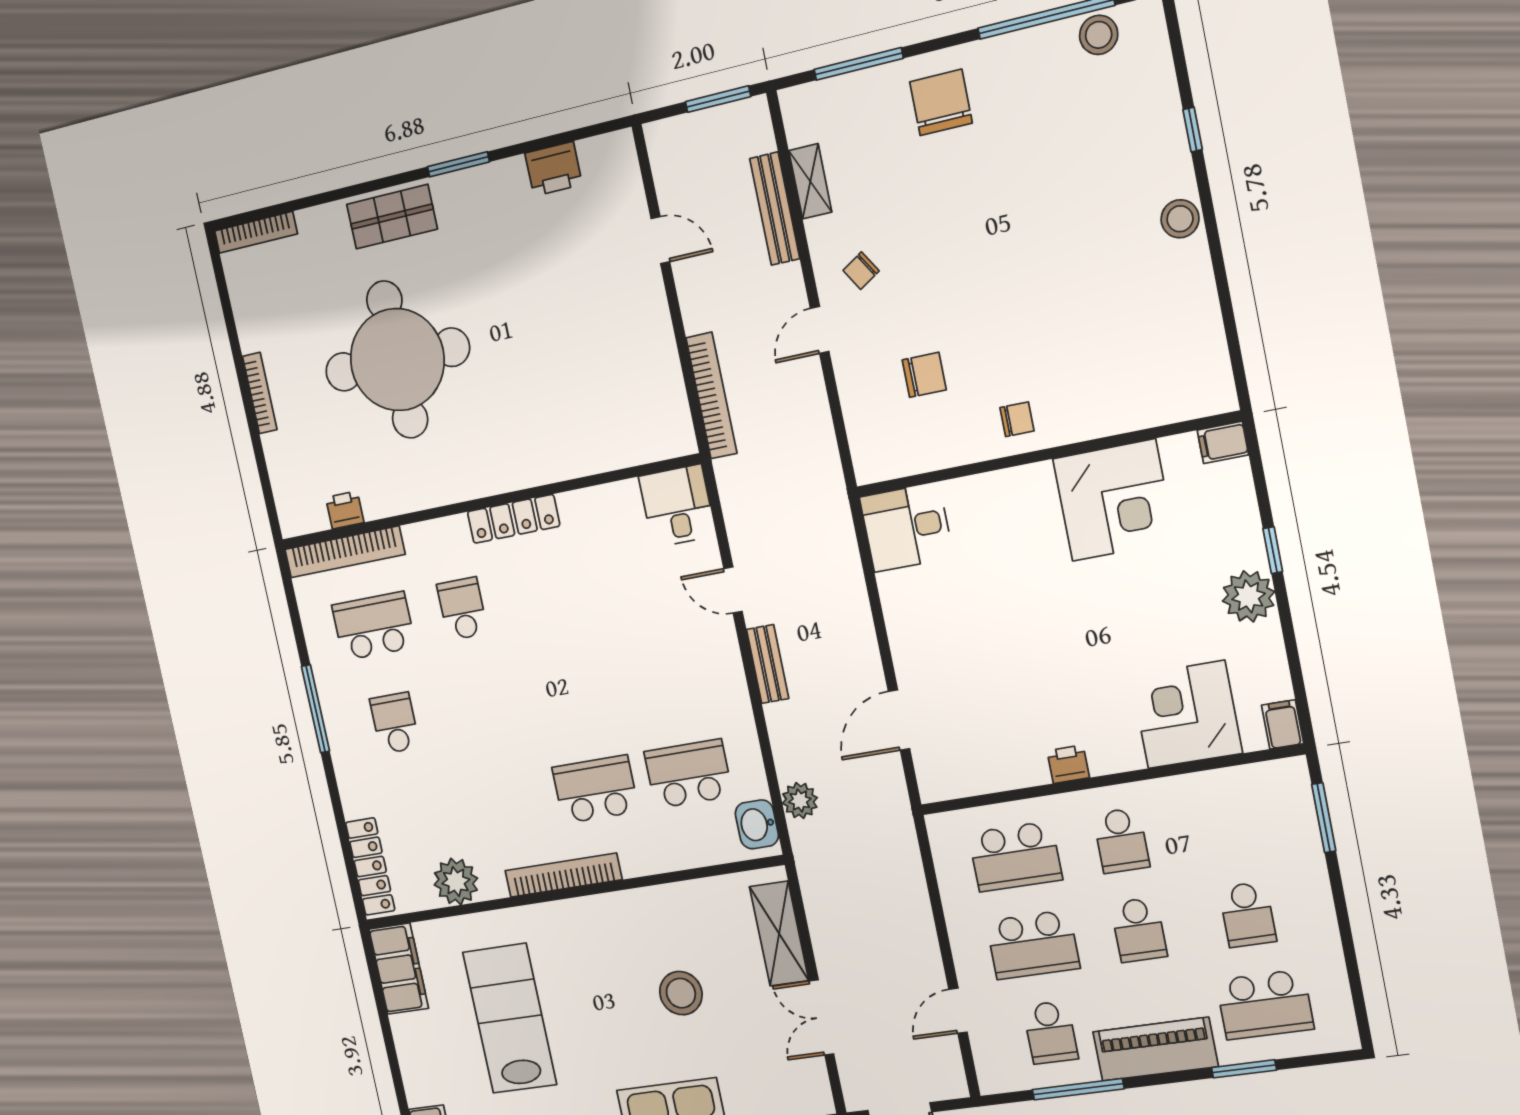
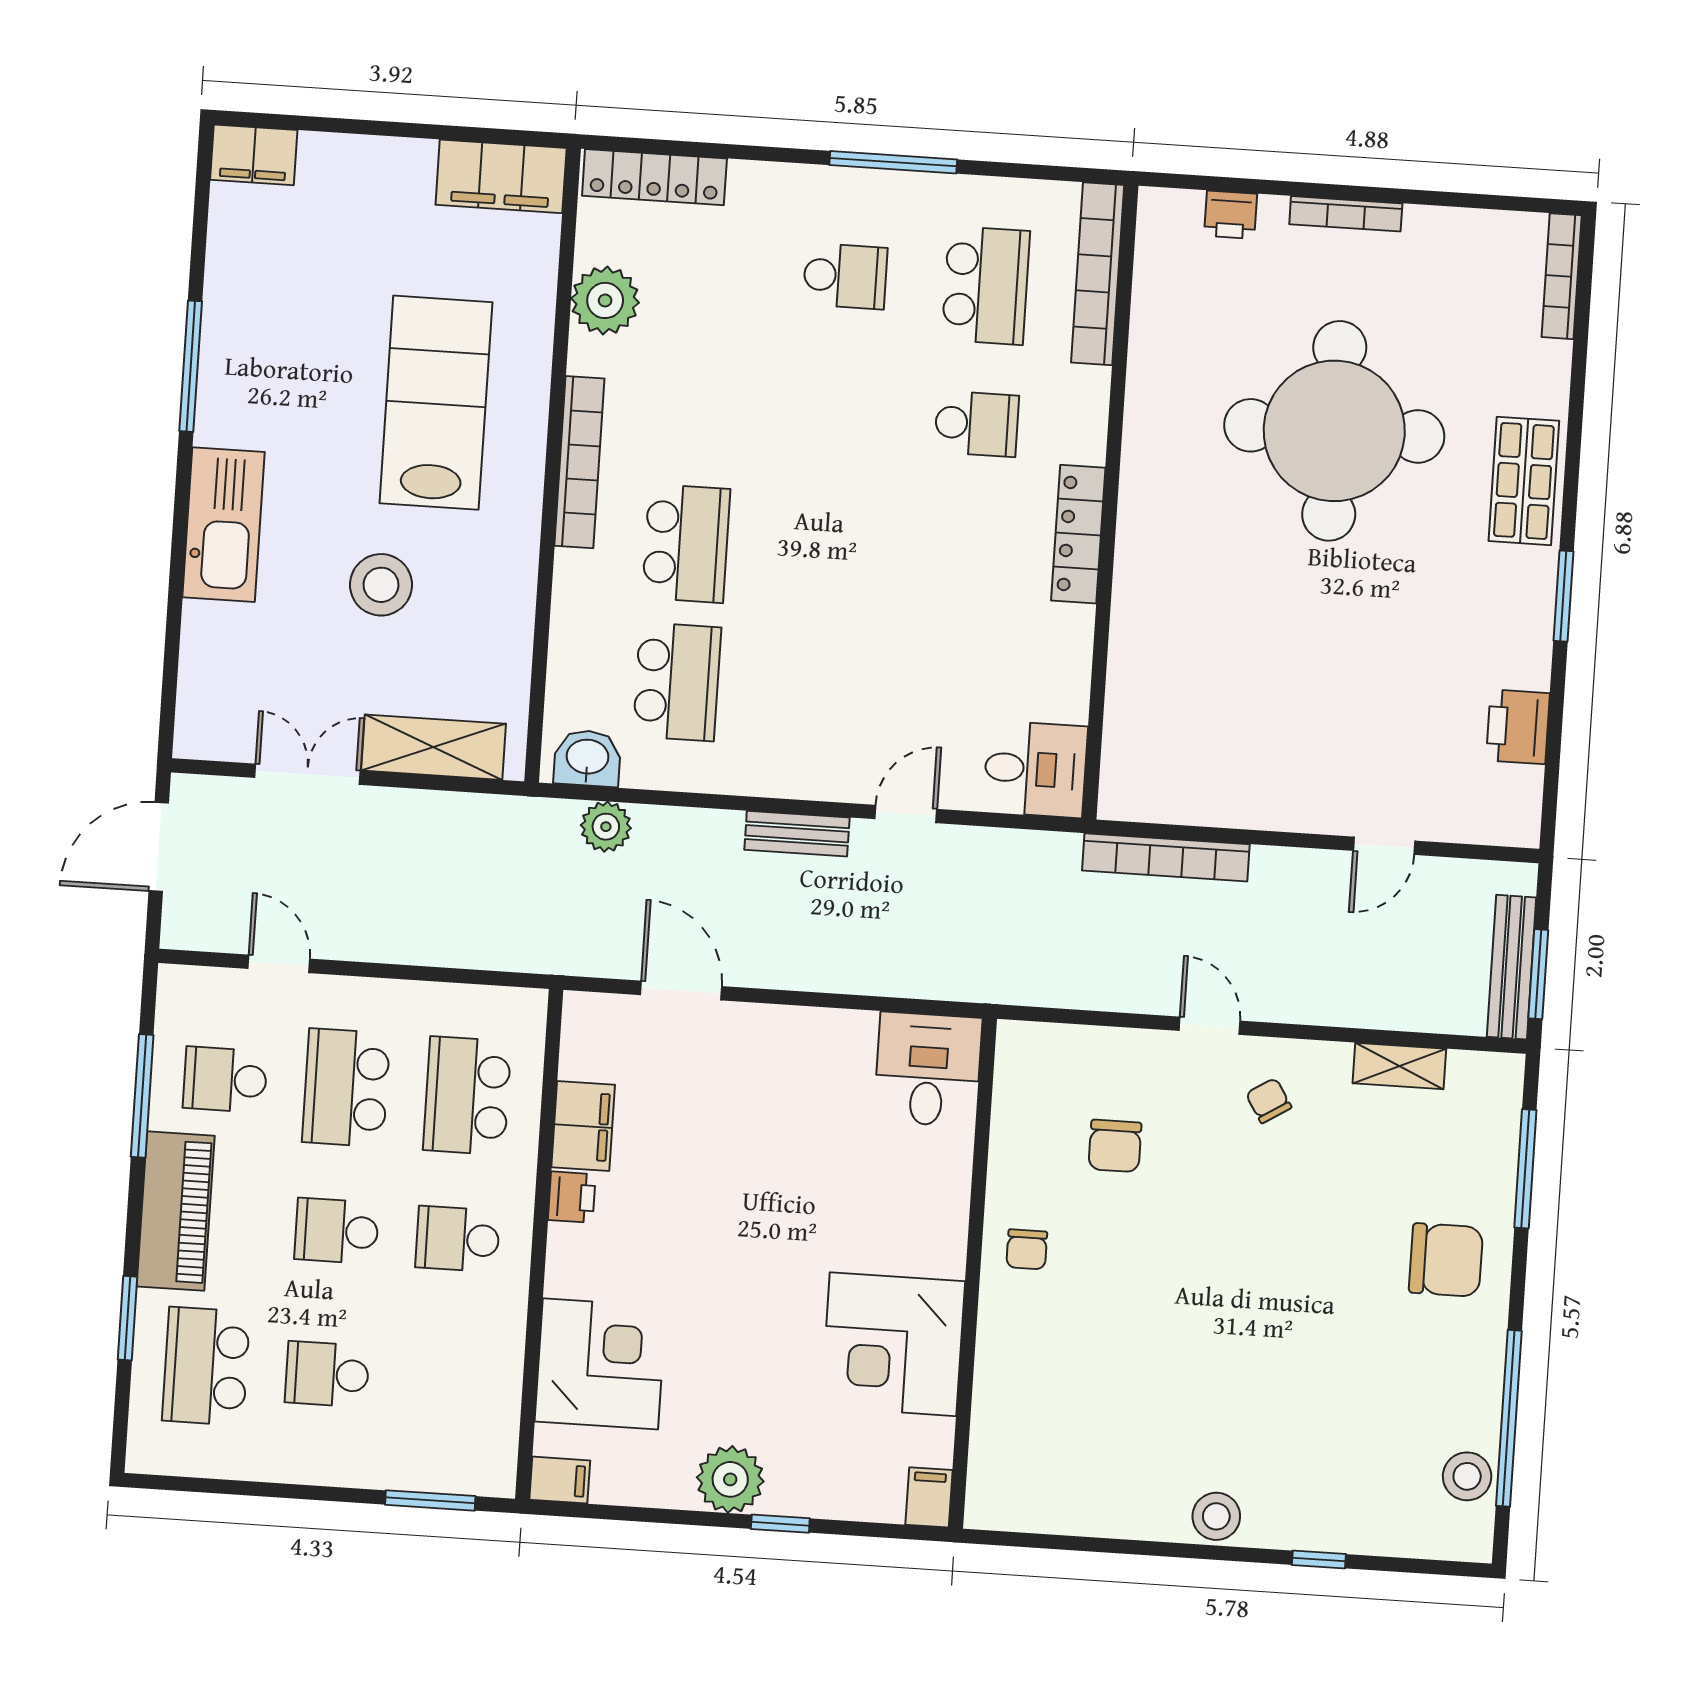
bench: (775, 209) -> (1512, 967), moved, turned 90
printer: (345, 510) -> (1231, 215), moved, turned 90
filing cabinet: (1014, 768) -> (583, 1126), added
lab bench: (510, 1018) -> (436, 403), moved, turned -90

